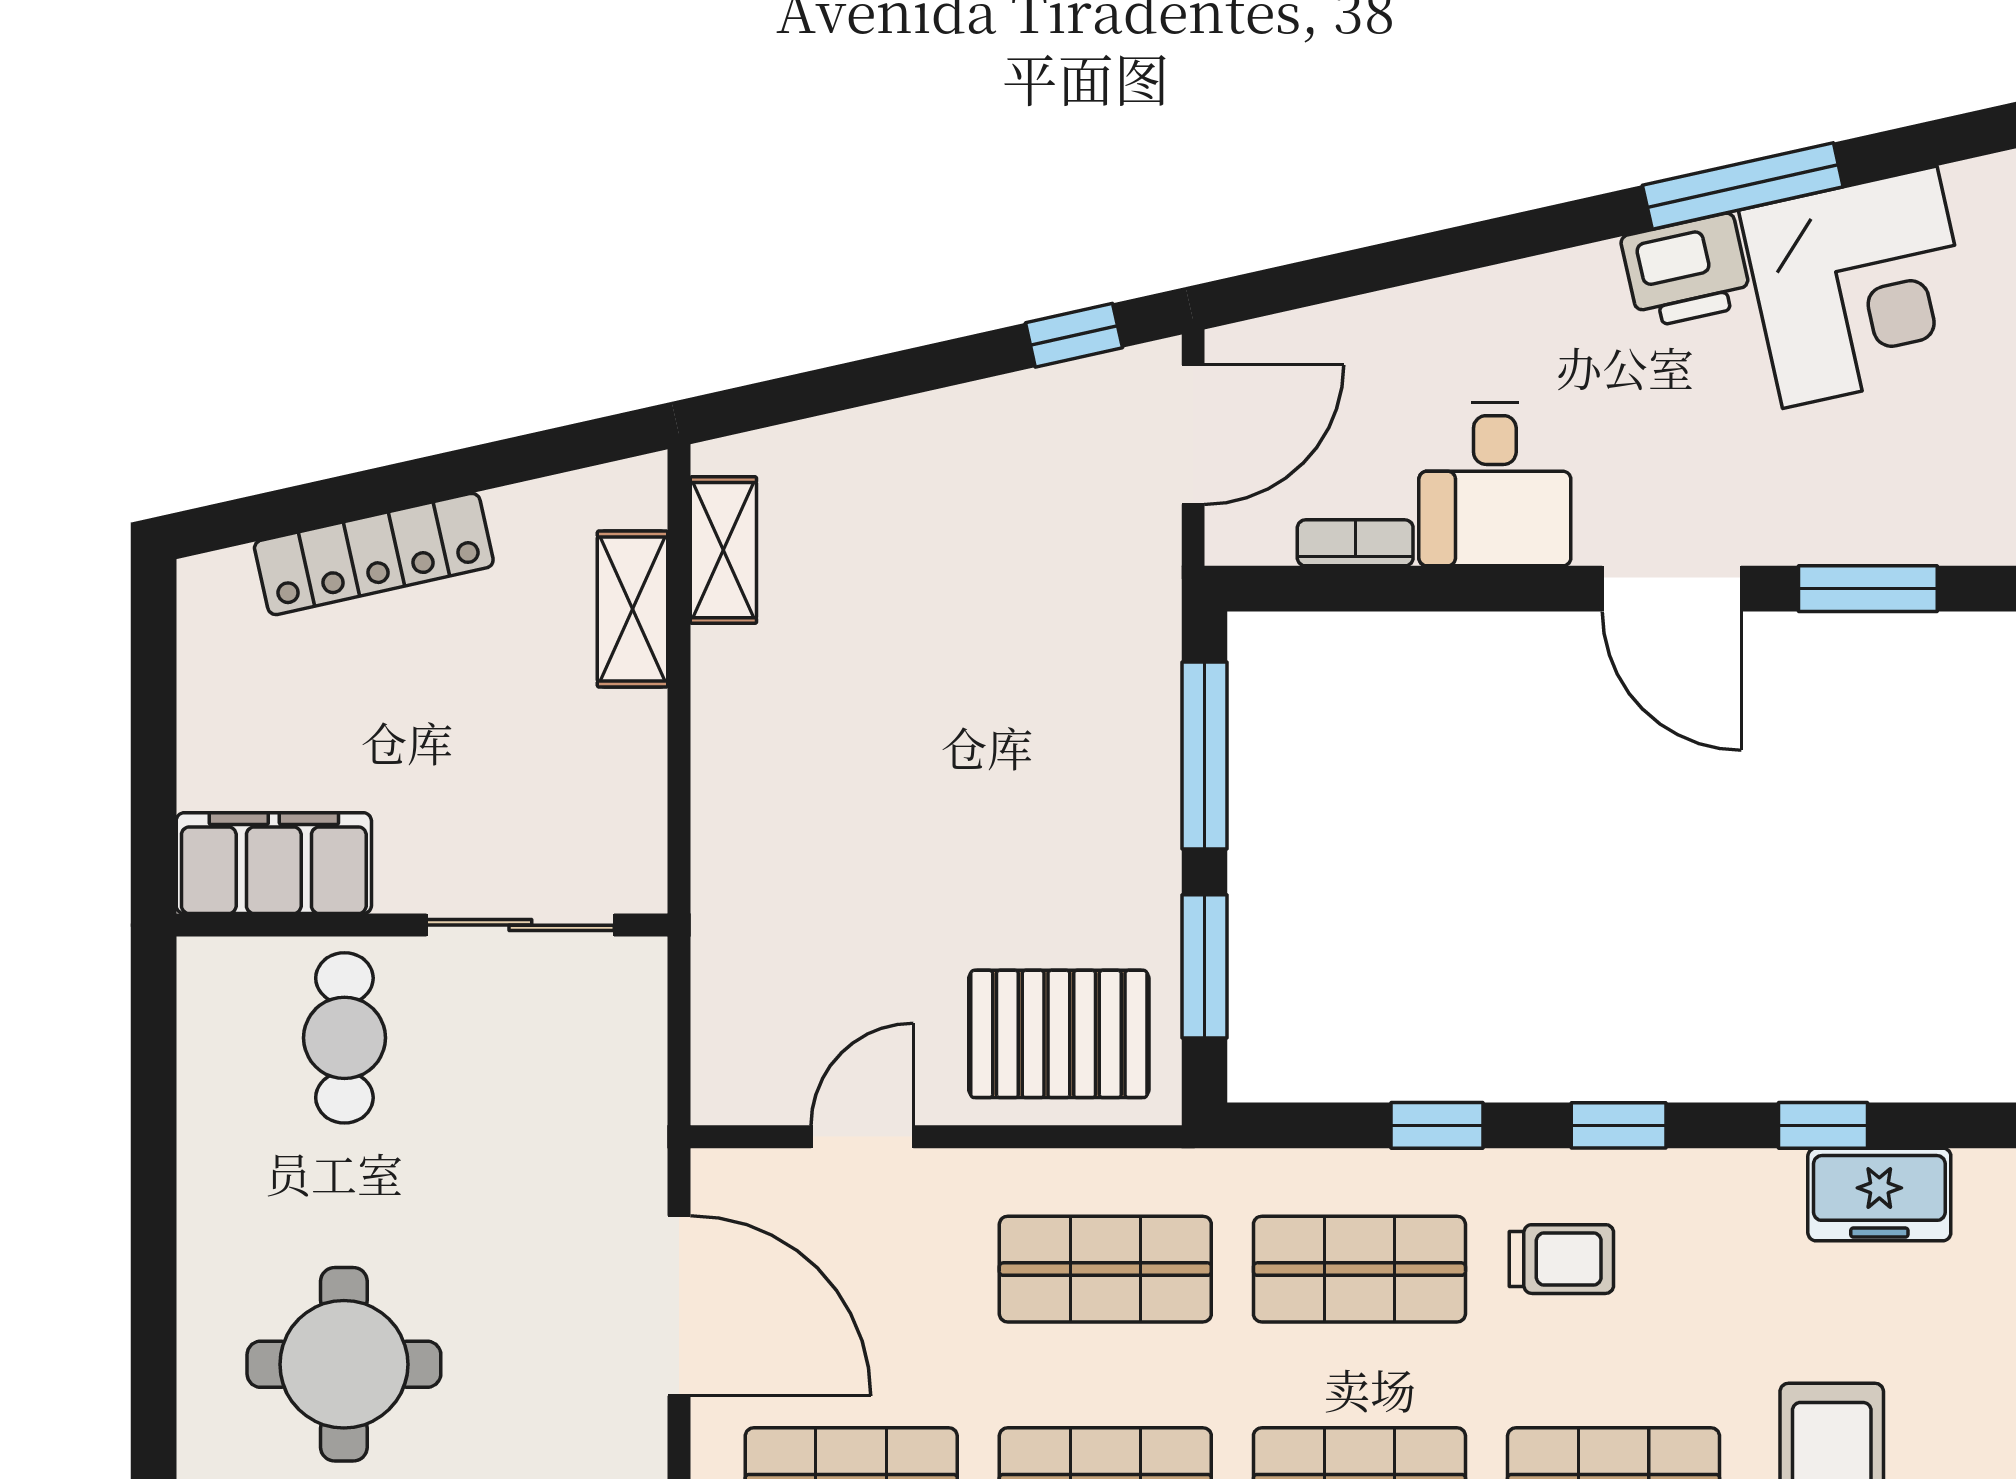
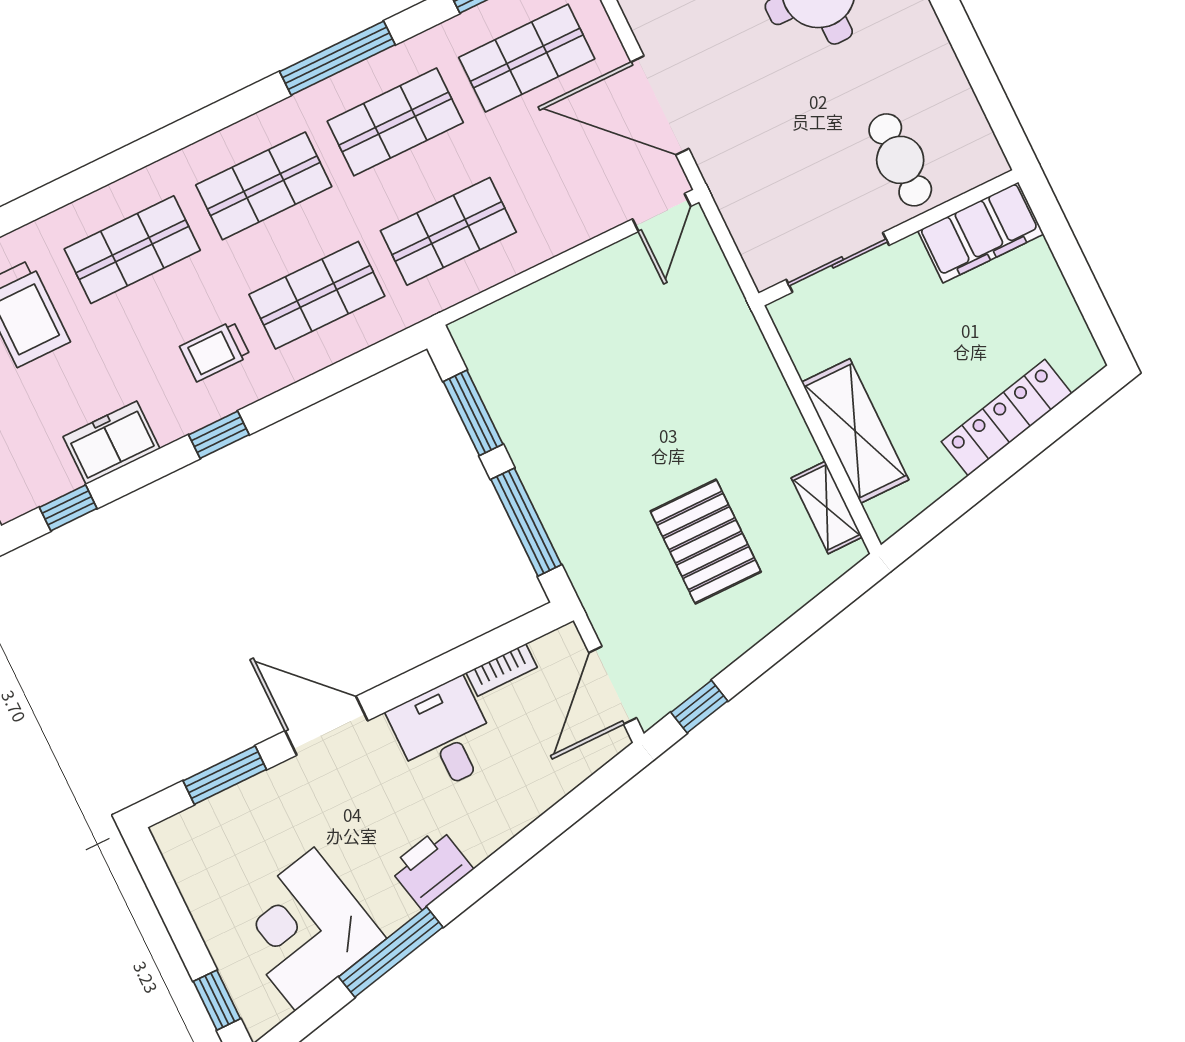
printer: (1686, 271) -> (431, 868), moved
shelving: (633, 609) -> (855, 431), width x1.50, depth x1.33
pallet: (1059, 1034) -> (706, 541), moved, turned 90
window: (1437, 1125) -> (313, 389), removed
window: (1823, 1125) -> (68, 508), moved
door: (862, 1137) -> (662, 213), moved
freezer: (1879, 1194) -> (111, 443), moved

